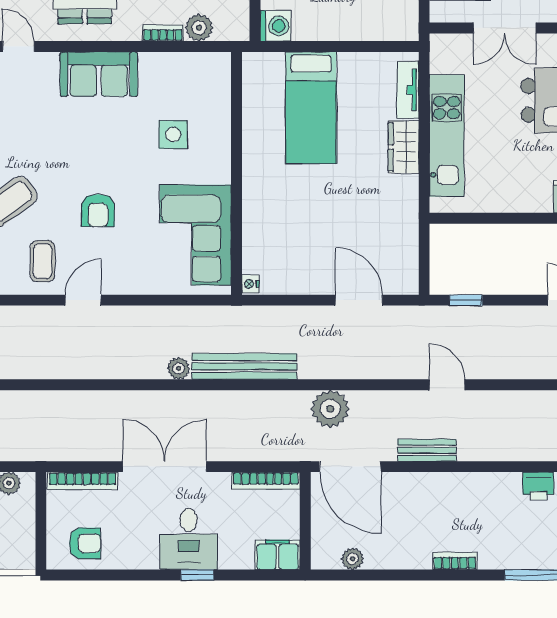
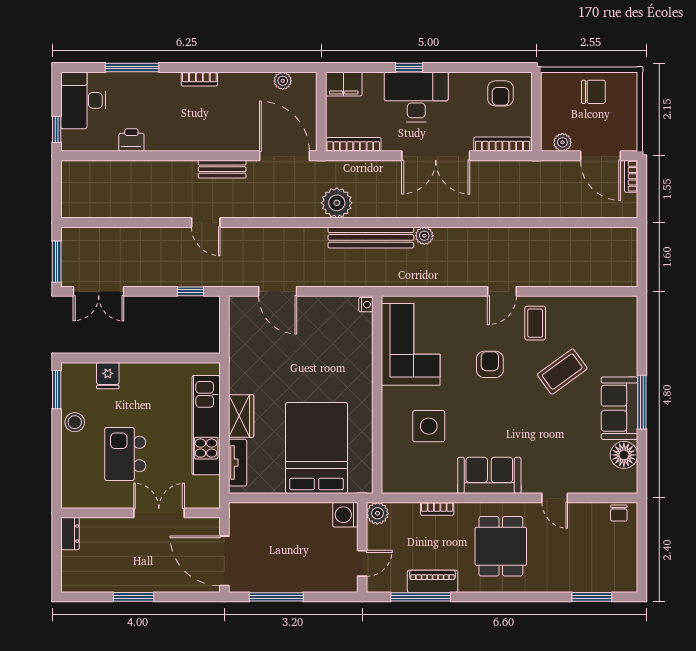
plant: (199, 28) -> (377, 513), moved
bed: (311, 108) -> (317, 448), width x1.50
side table: (173, 135) -> (429, 426), width x1.37, depth x1.37
plant: (330, 409) -> (337, 203), moved
desk: (189, 539) -> (416, 97), width x1.37
armchair: (85, 543) -> (501, 93), turned -90

